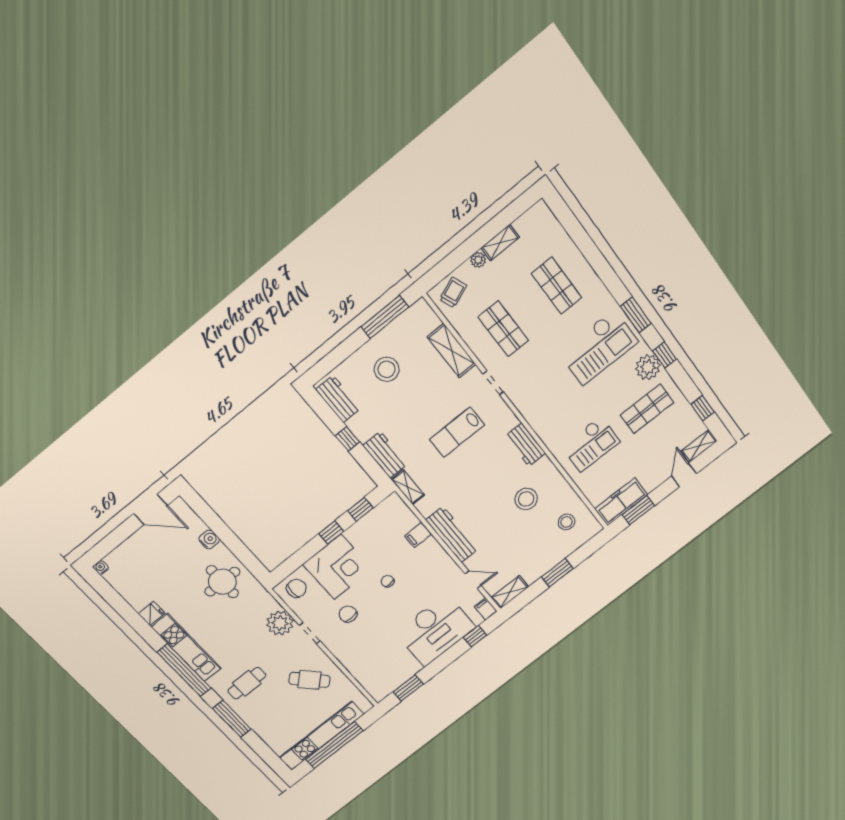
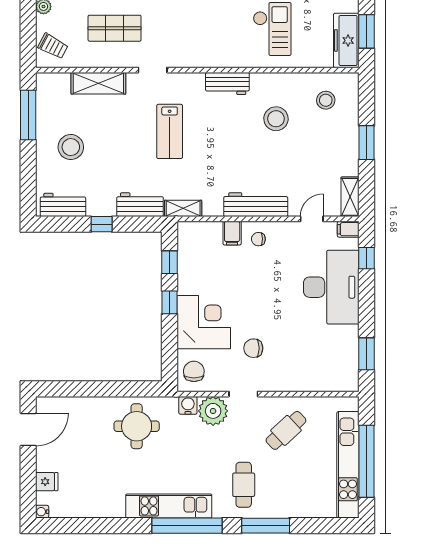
trolley: (453, 293) -> (53, 46), turned 139
water cooler: (209, 539) -> (188, 405), moved
chair: (388, 581) -> (258, 239), moved
fridge: (152, 613) -> (47, 482), moved, turned 90

